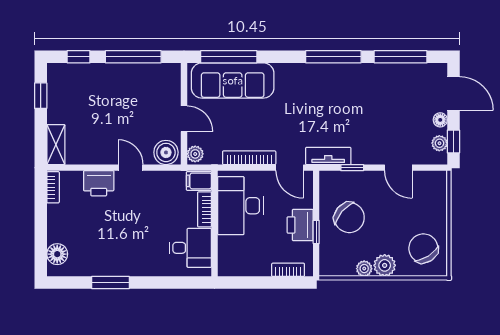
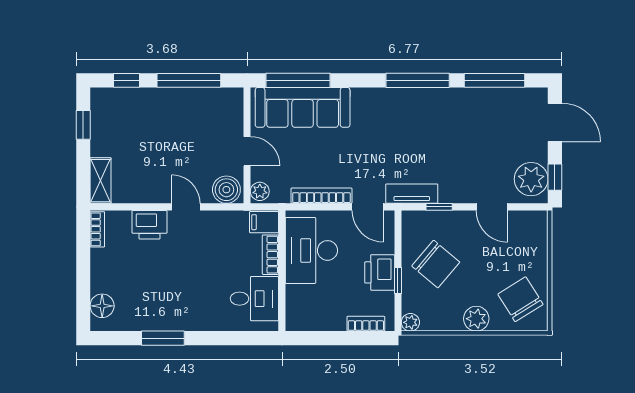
floor lamp: (440, 120) -> (540, 152), removed
plant: (439, 143) -> (531, 179), width x1.88, depth x1.88
plant: (364, 269) -> (410, 322), moved

